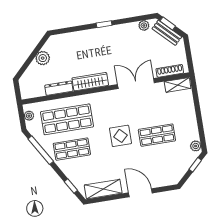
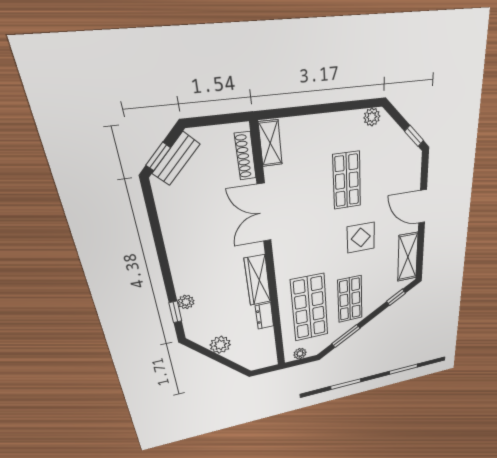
window: (104, 24) -> (175, 312), moved
plant: (144, 25) -> (186, 302), moved
dresser: (59, 88) -> (264, 316), width x0.70
display table: (120, 136) -> (361, 238), moved
window: (41, 150) -> (346, 336), width x0.69
window: (195, 165) -> (414, 136), moved
door: (140, 193) -> (423, 206), hinge flipped

